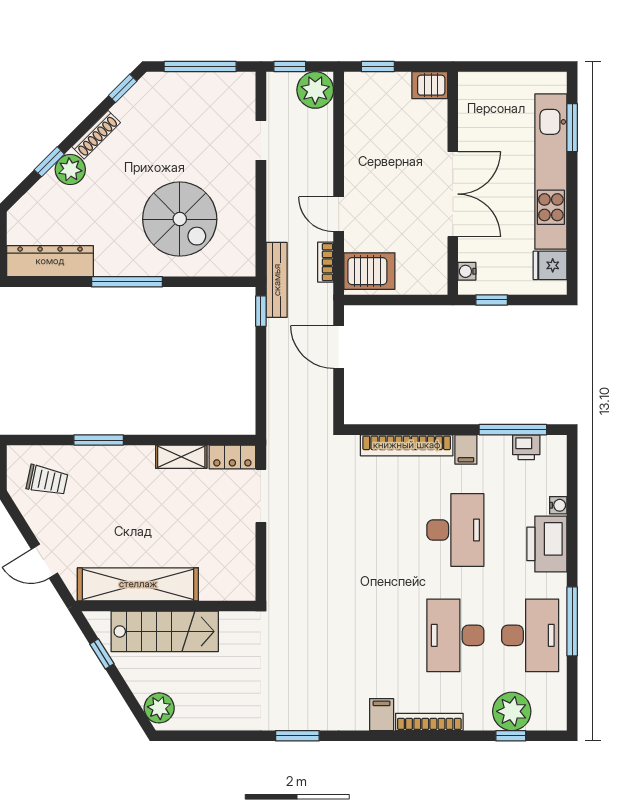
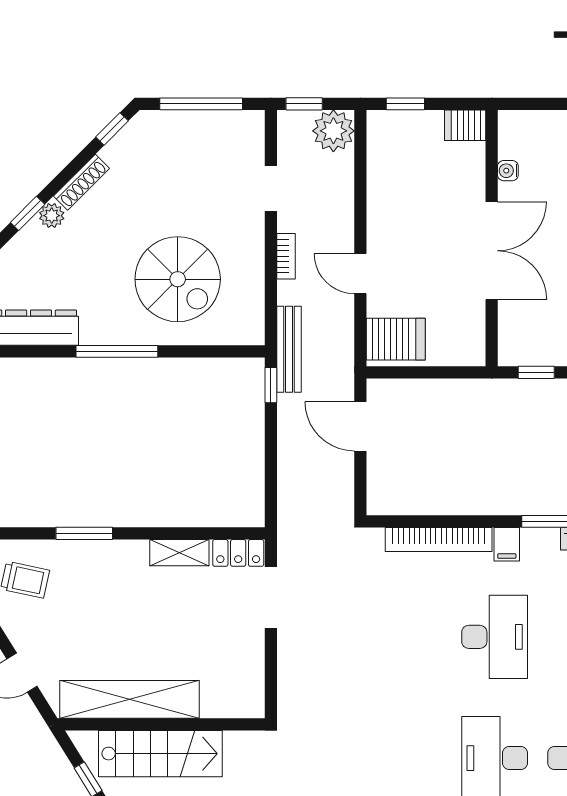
plant: (70, 169) -> (52, 216), width x0.73, depth x0.73
bookcase: (326, 262) -> (286, 256), moved, turned 180
water cooler: (467, 271) -> (508, 171), moved

